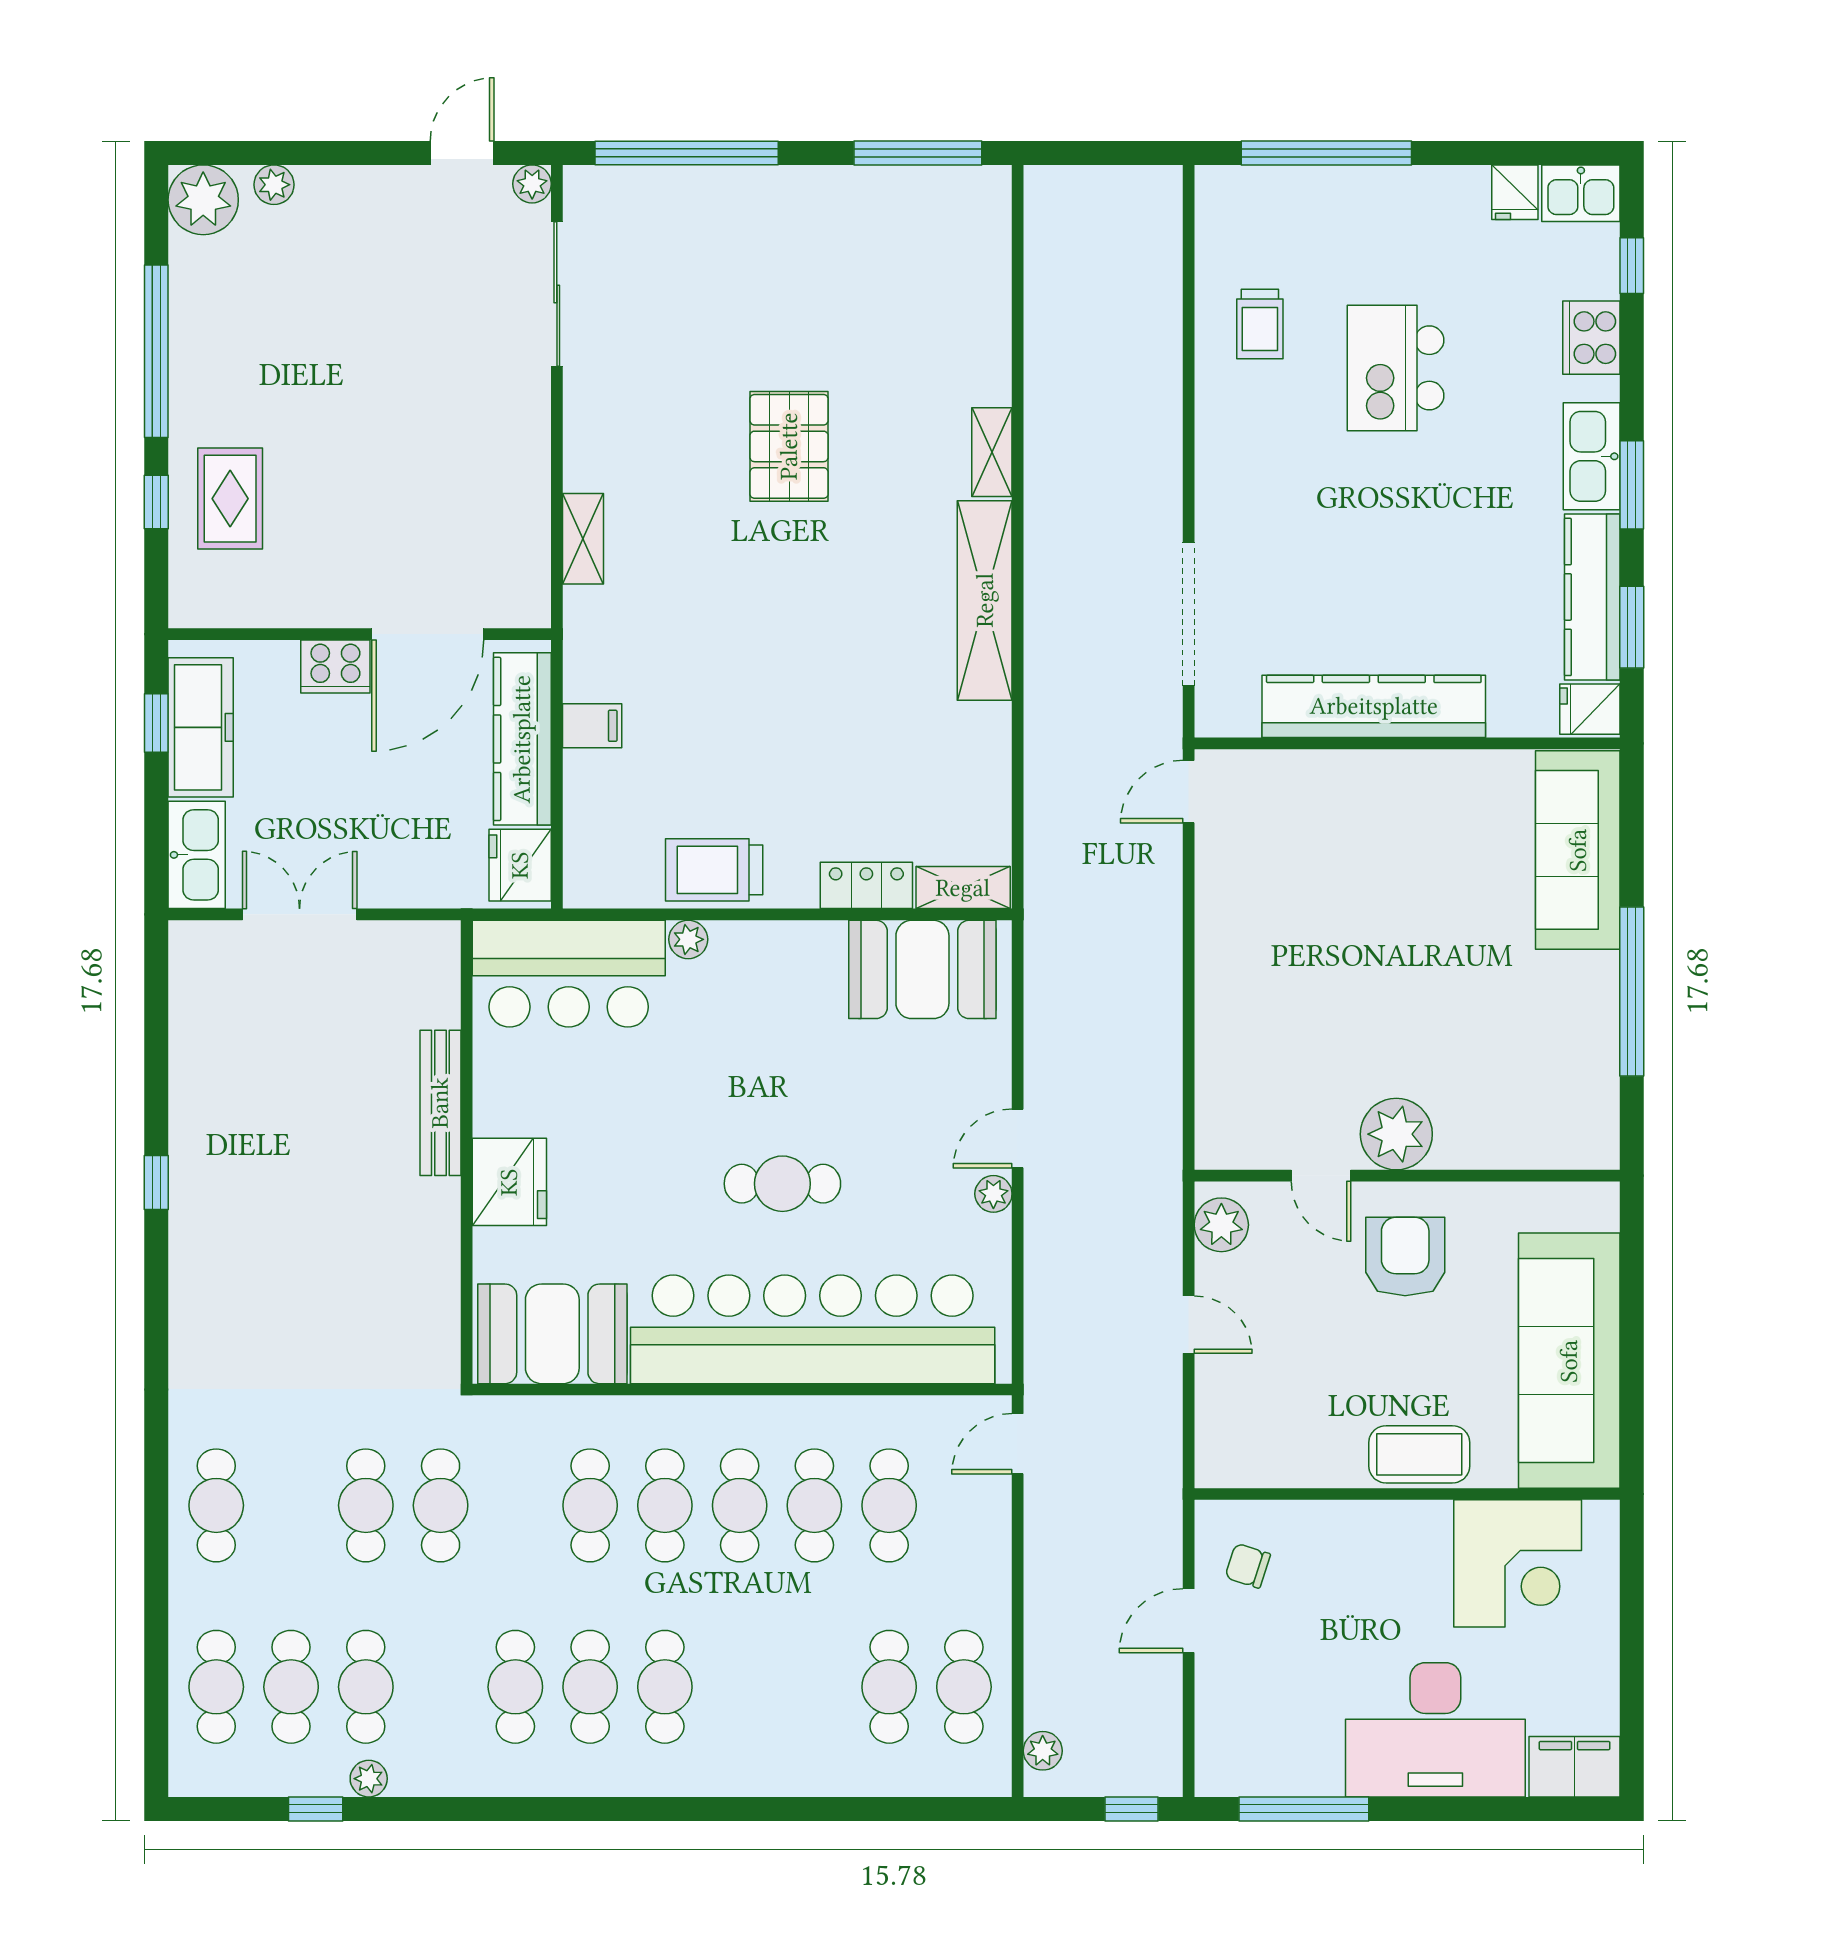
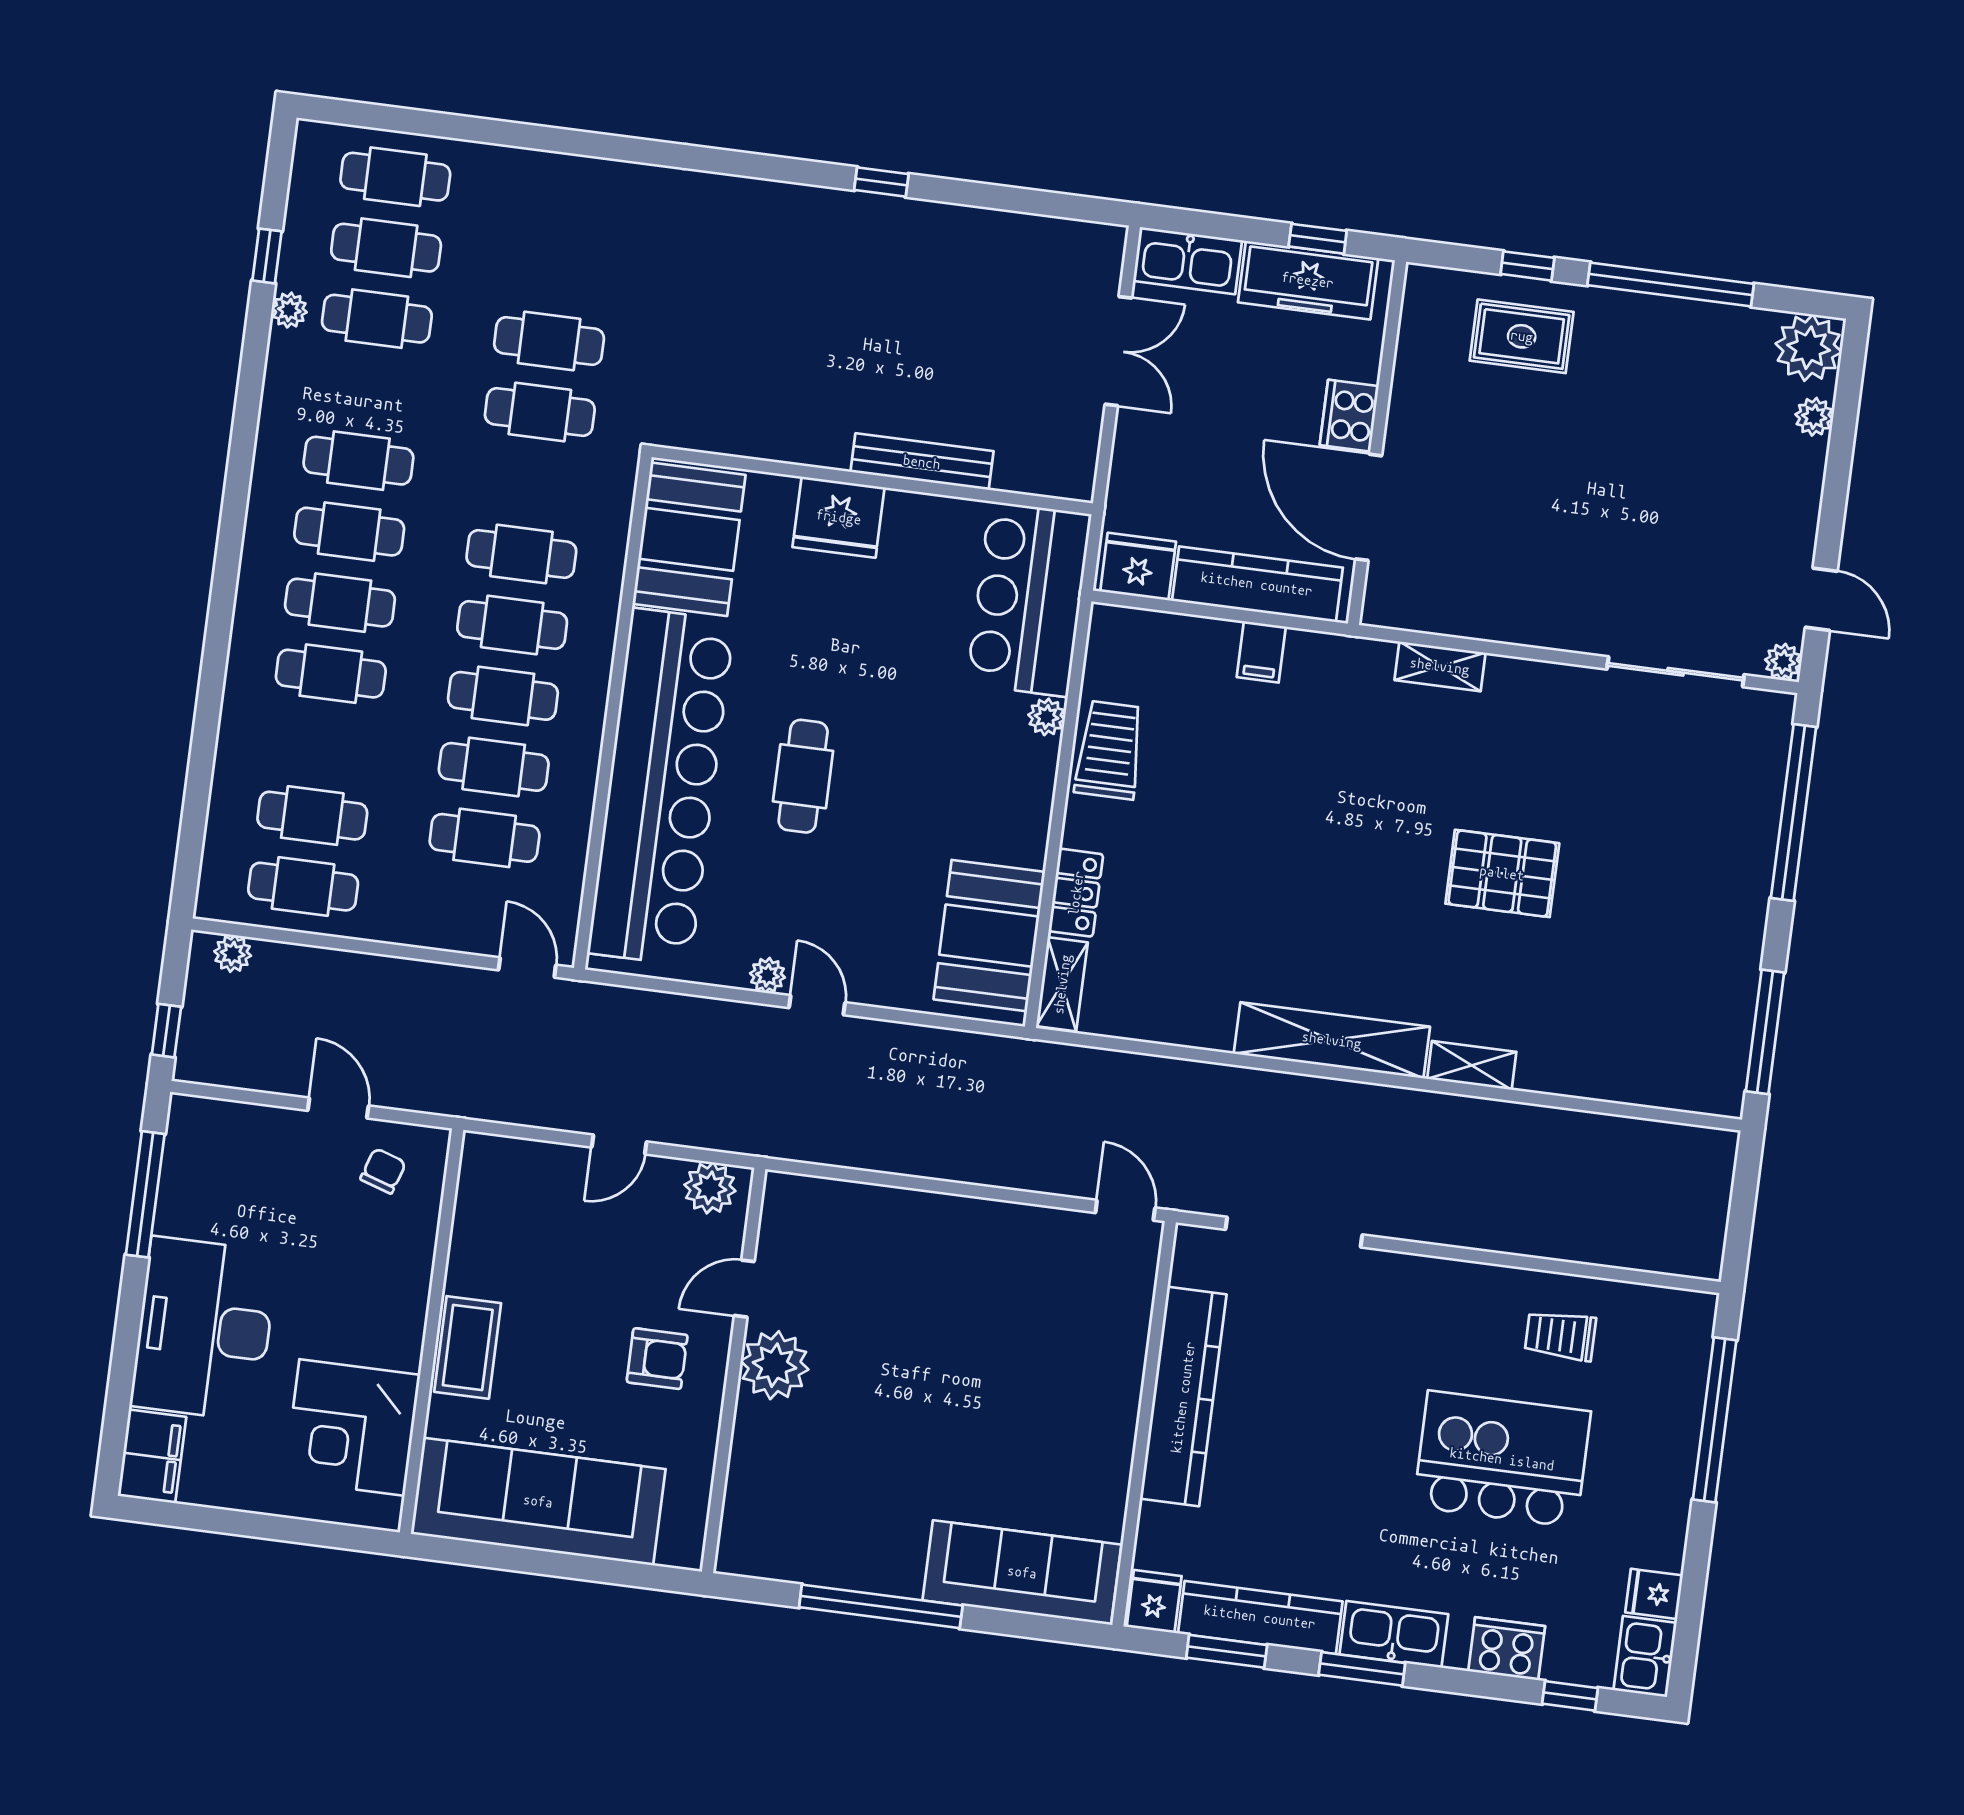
kitchen island: (1396, 368) -> (1502, 1459), width x1.37, depth x1.28
armchair: (1405, 1257) -> (657, 1359), width x0.72, depth x0.72
cafe table: (216, 1505) -> (331, 674), moved

